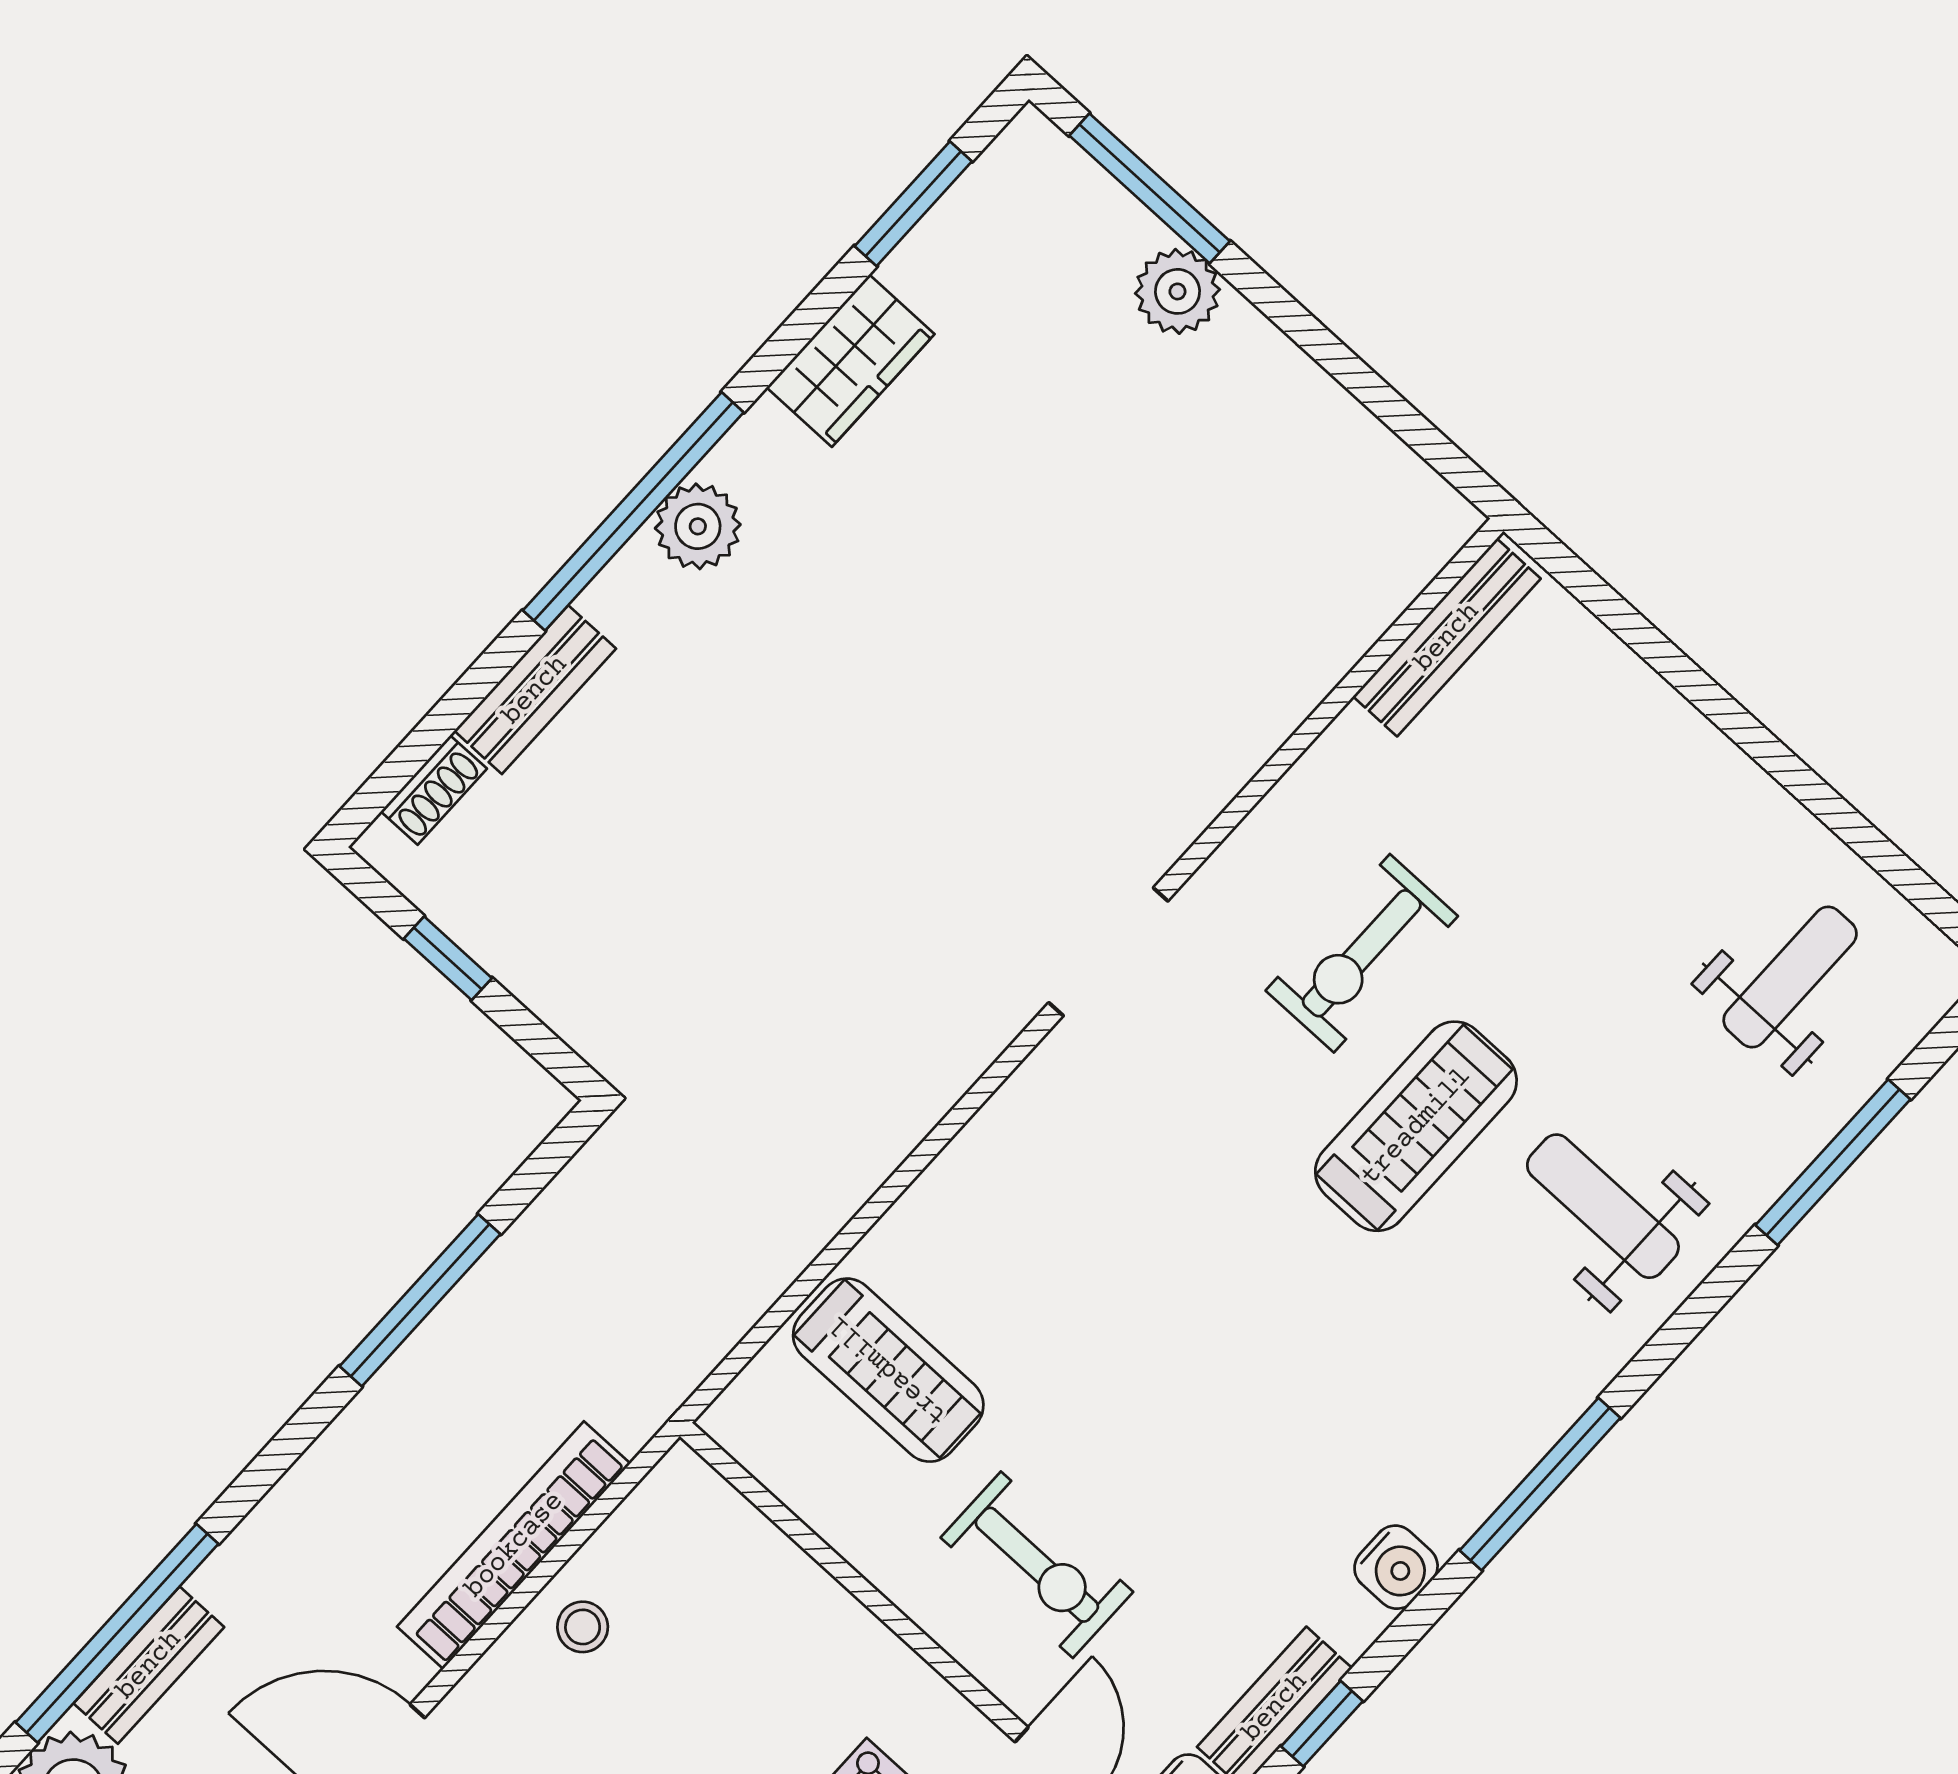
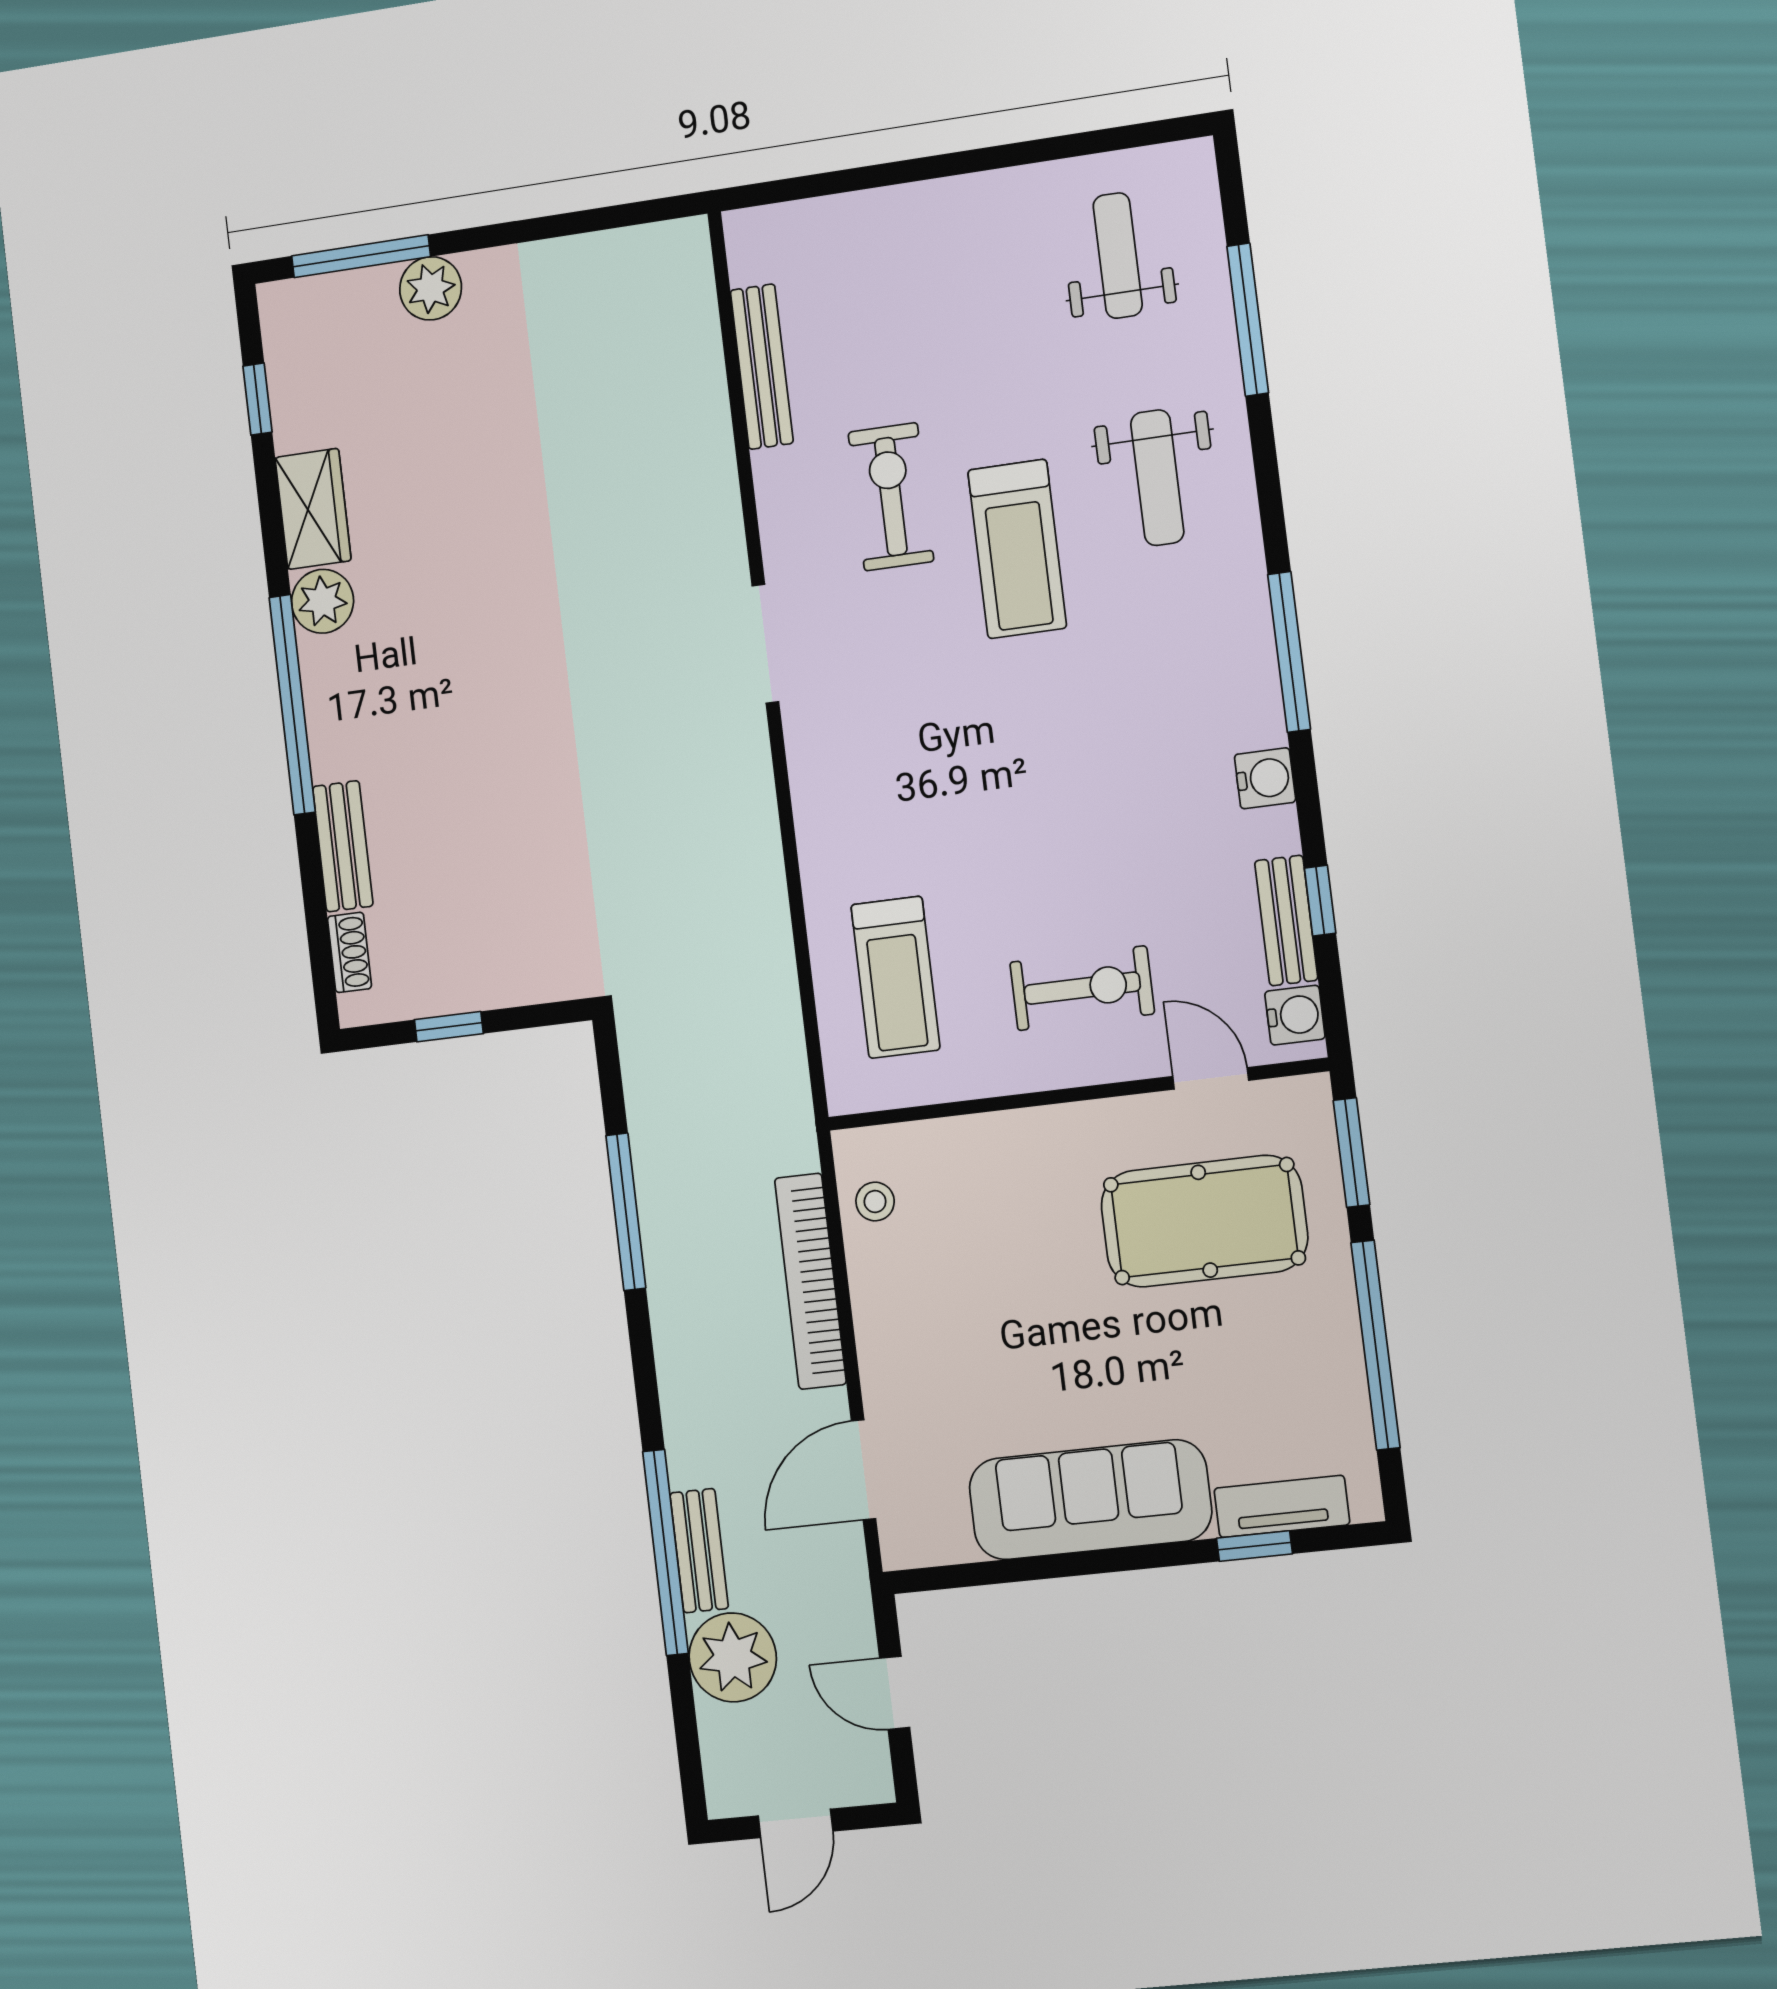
window: (913, 204) -> (257, 399), width x0.67
plant: (698, 526) -> (323, 601), moved
bench: (1447, 637) -> (762, 367), moved
exercise bike: (1362, 953) -> (891, 497), turned 180
treadmill: (1416, 1126) -> (1017, 549), turned 180
weight bench: (1603, 1206) -> (1157, 478), turned -90
treadmill: (888, 1370) -> (895, 977), turned 90
stool: (583, 1627) -> (875, 1202), moved

